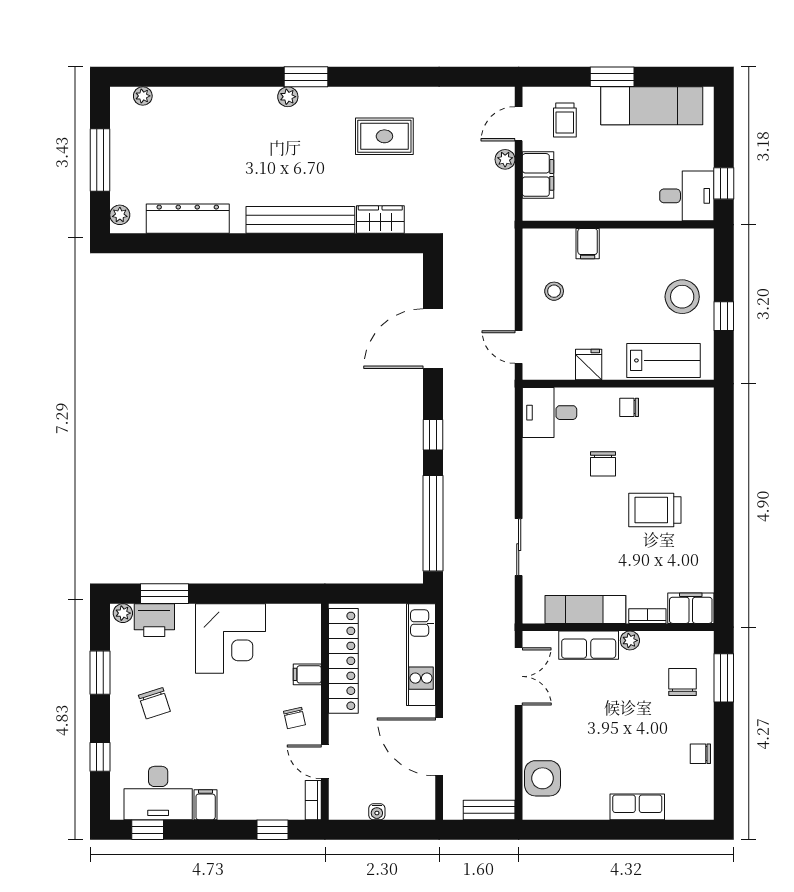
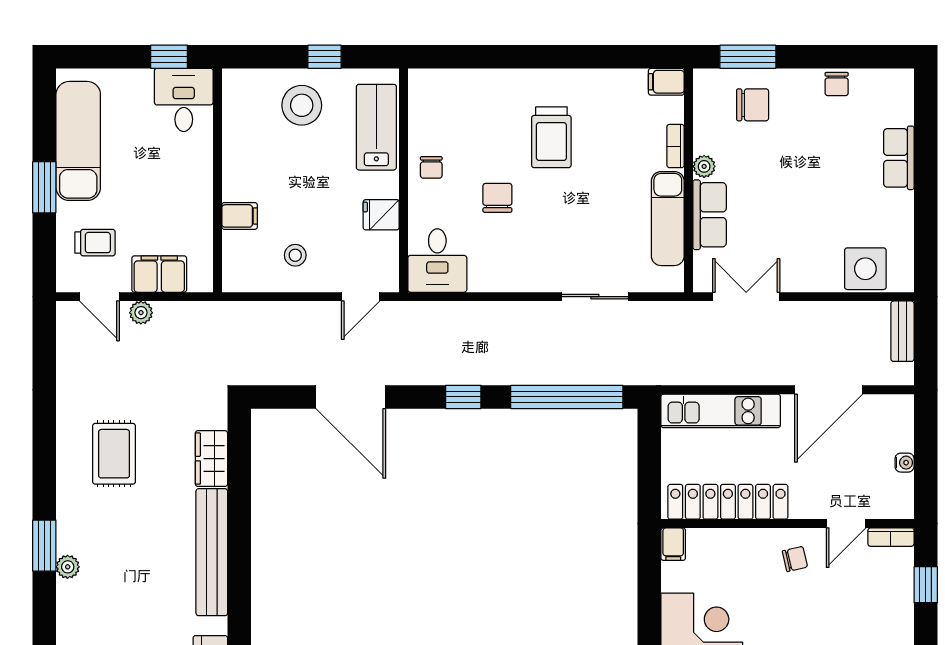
chair: (603, 464) -> (497, 198), turned -90
filing cabinet: (691, 608) -> (666, 82), width x0.50
filing cabinet: (307, 674) -> (673, 544), moved
chair: (683, 682) -> (753, 105), turned 180

